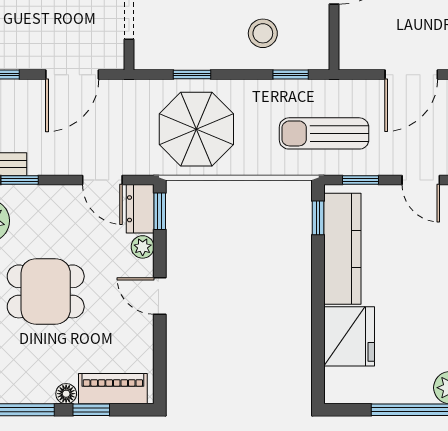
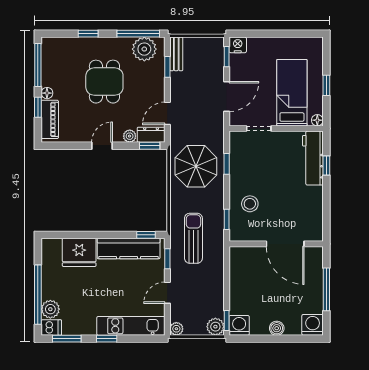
door: (72, 75) -> (227, 96), swing flipped
door: (411, 75) -> (227, 287), removed

